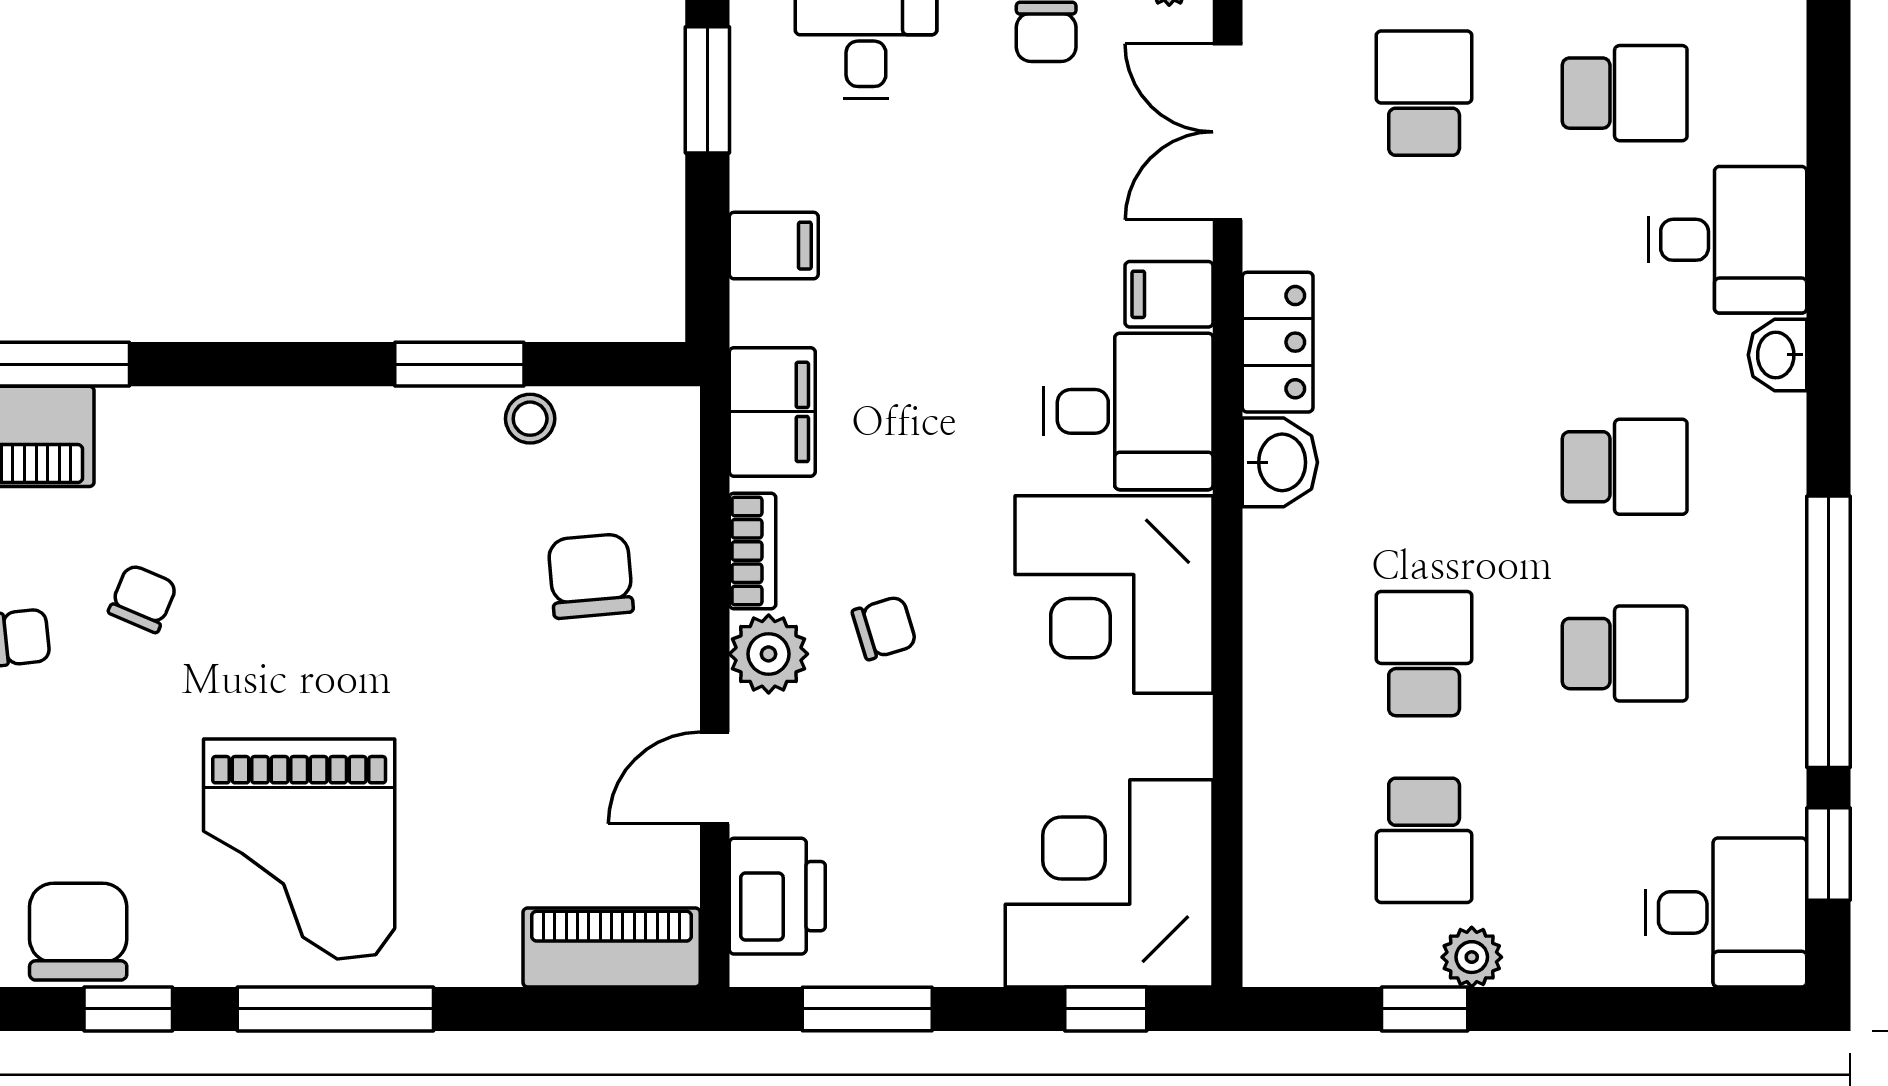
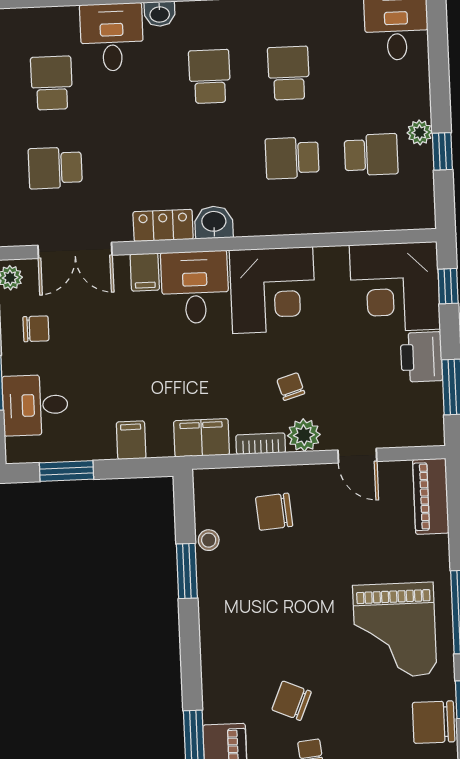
chair: (143, 598) -> (292, 701), width x1.37, depth x1.37
grand piano: (299, 849) -> (395, 630), turned 90
printer: (777, 896) -> (421, 357), moved, turned -90

